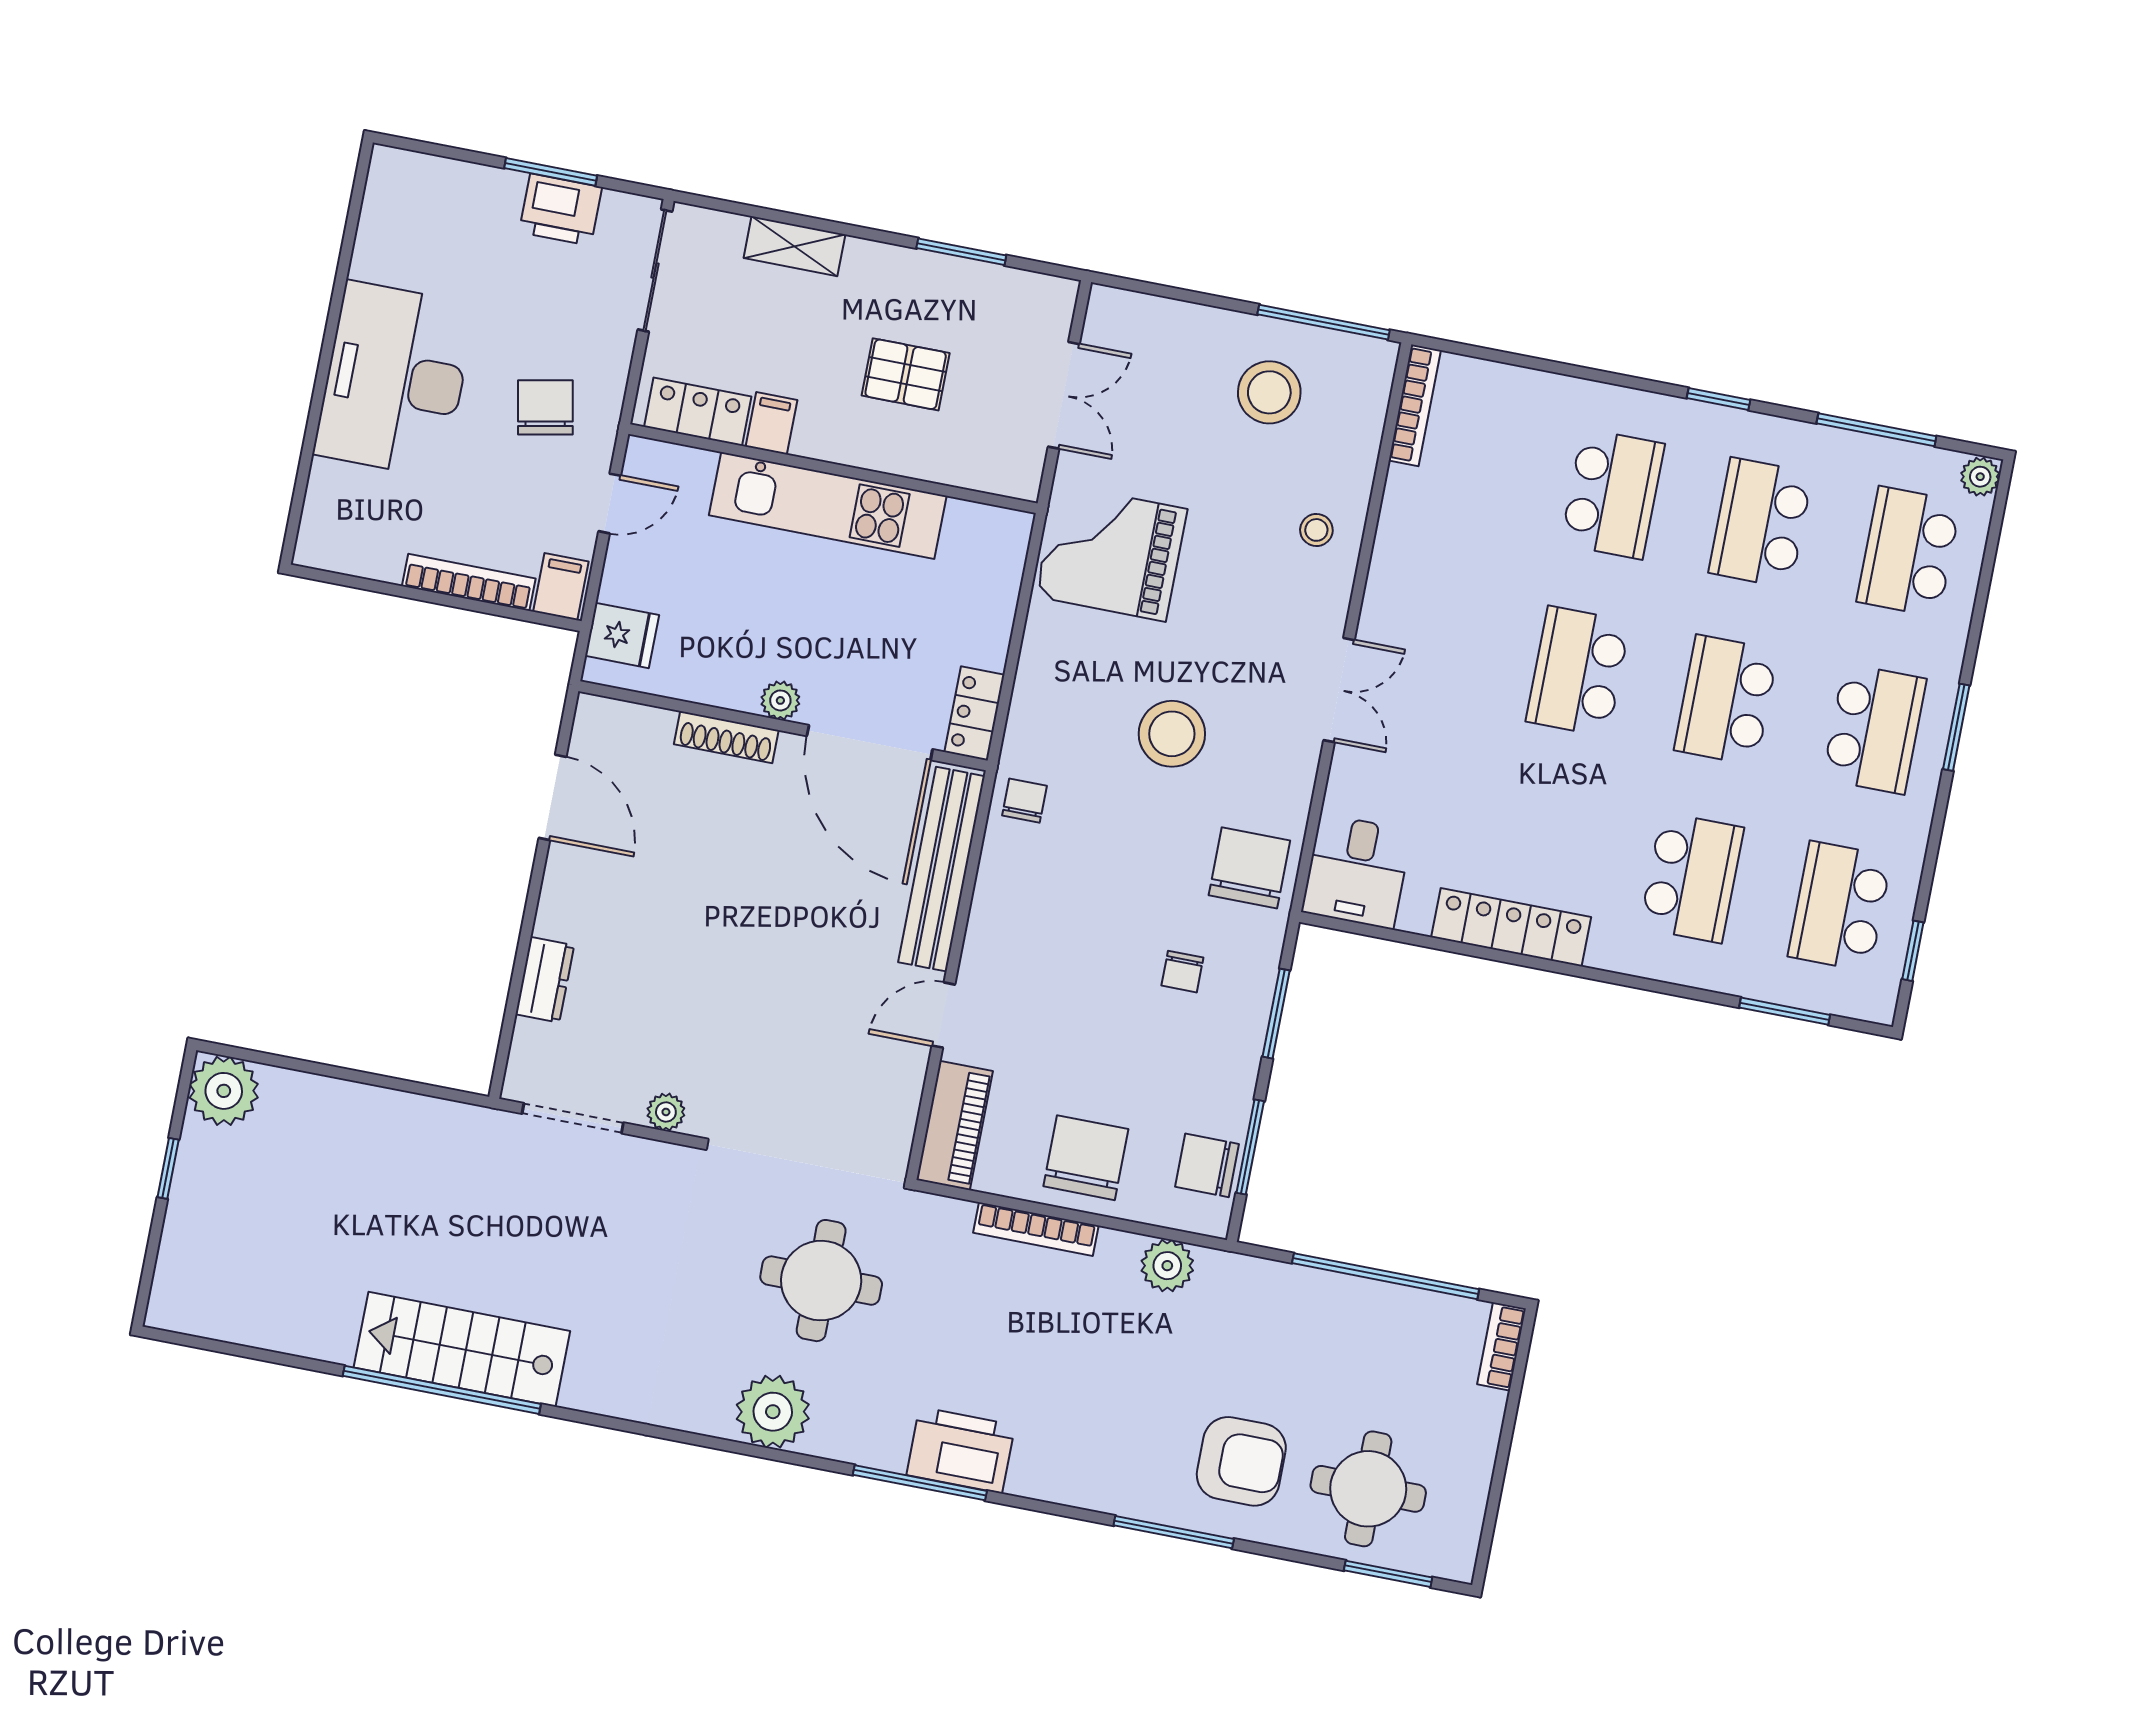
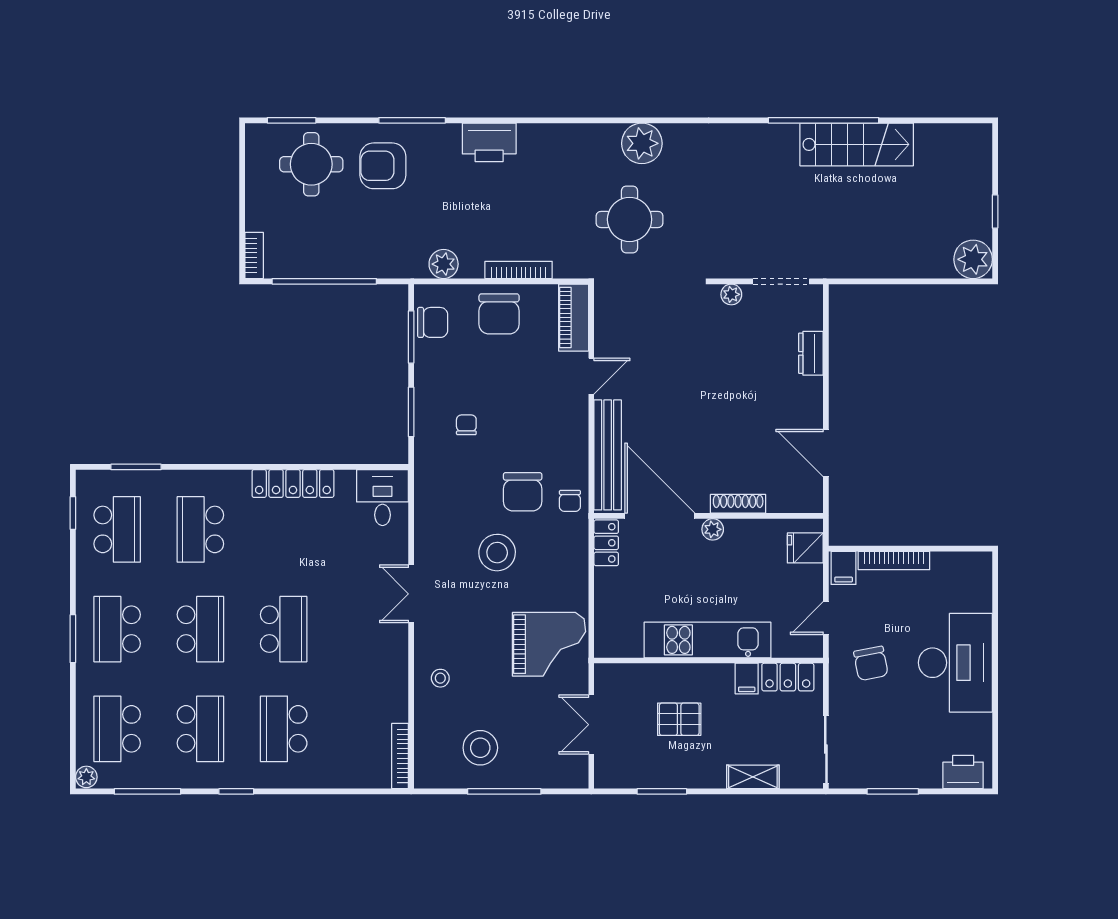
printer: (561, 210) -> (963, 772), moved
window: (1324, 322) -> (504, 791), moved
school desk: (1909, 552) -> (117, 729), turned 180
chair: (1249, 868) -> (523, 492), moved
stairs: (462, 1349) -> (857, 144), moved
printer: (961, 1450) -> (489, 142), moved
window: (920, 1483) -> (555, 120), removed

